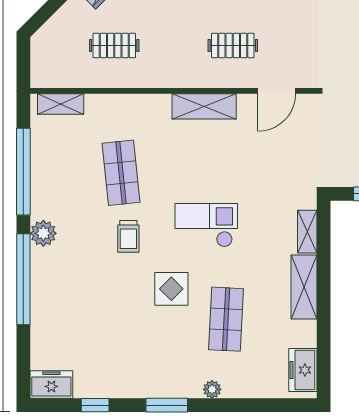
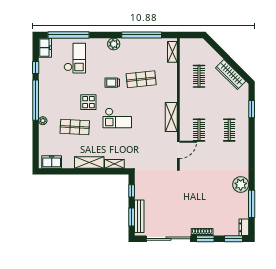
door: (277, 91) -> (178, 150), swing flipped
checkout: (206, 225) -> (117, 118), turned 90
window: (23, 279) -> (68, 35), moved
checkout: (75, 319) -> (75, 58), added
window: (167, 405) -> (36, 100), width x2.11

